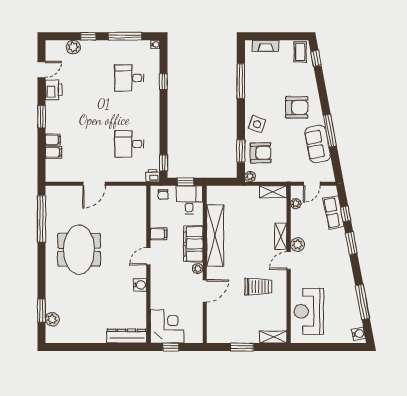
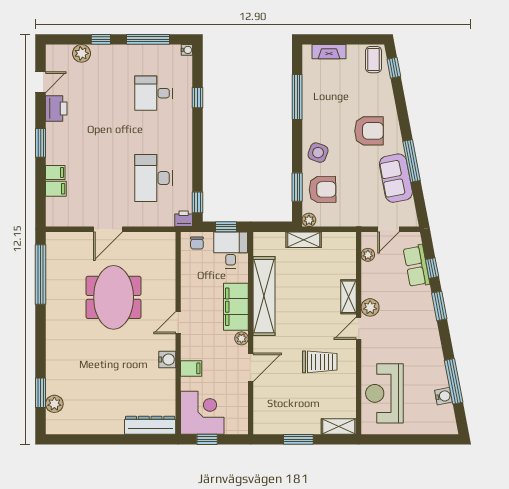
desk: (129, 144) -> (154, 178), width x1.37
shelving: (273, 192) -> (304, 240), moved
filing cabinet: (158, 234) -> (191, 368), moved
meeting table: (79, 250) -> (114, 297), moved
water cooler: (358, 334) -> (444, 396), moved

